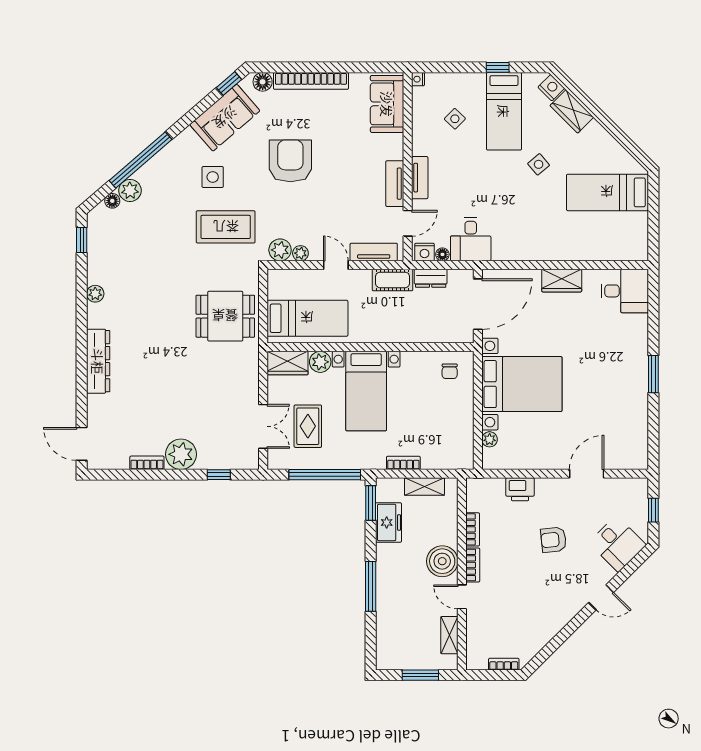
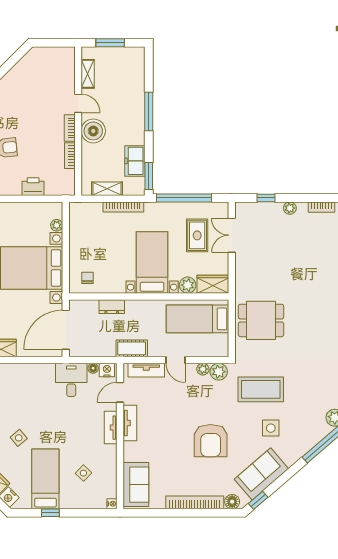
dresser: (431, 278) -> (112, 307), moved, turned 180
plant: (181, 454) -> (290, 208), width x0.53, depth x0.53
bookcase: (403, 463) -> (123, 207), width x1.56
bookcase: (504, 664) -> (46, 51), removed

